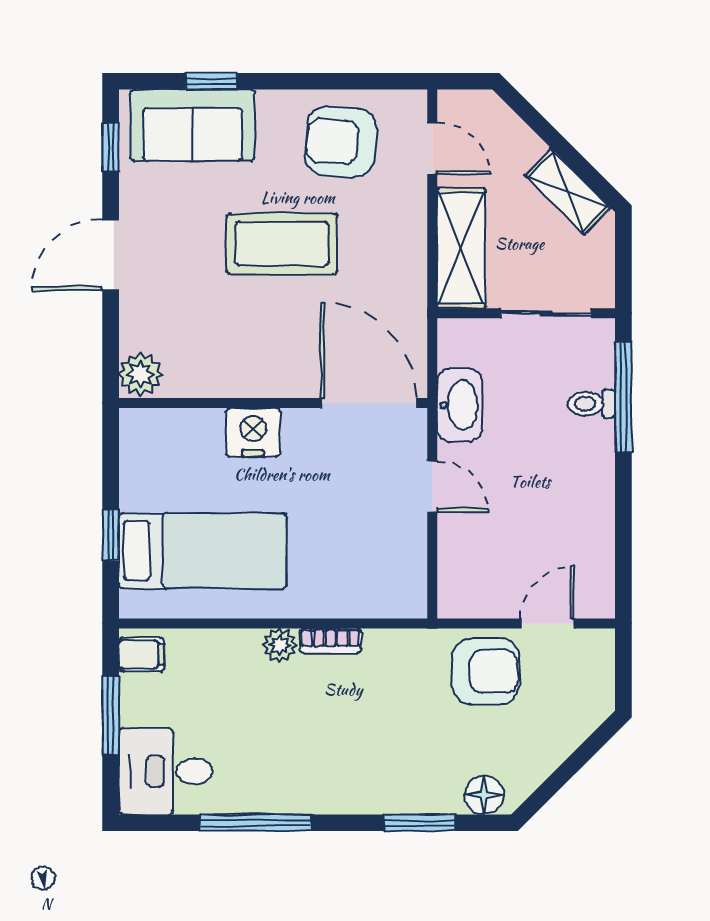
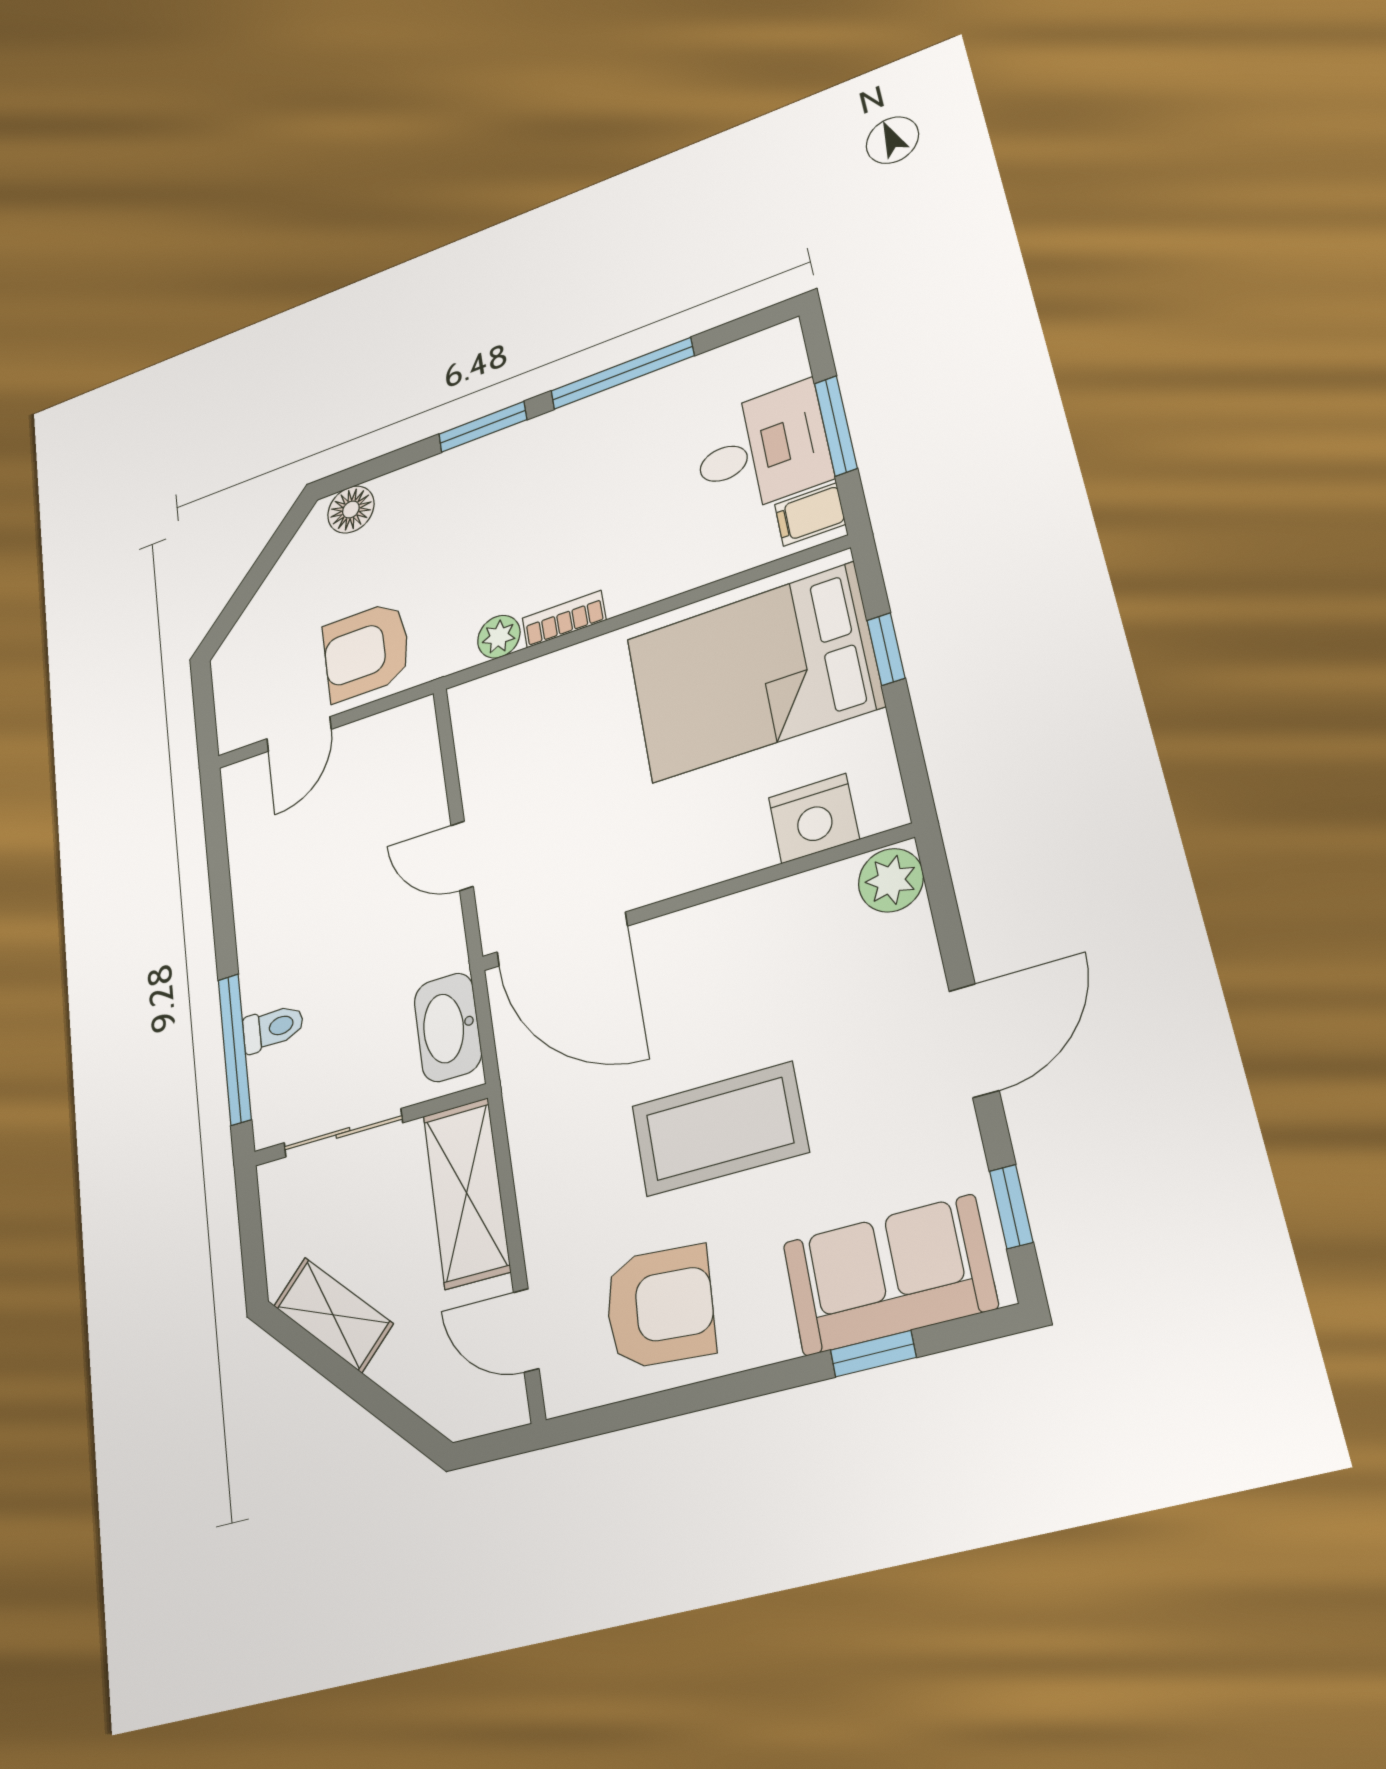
washbasin: (460, 405) -> (448, 1027), moved
nightstand: (253, 432) -> (814, 818), moved
bed: (203, 551) -> (753, 672), width x1.50
plant: (280, 645) -> (499, 637), moved
desk: (165, 771) -> (762, 450), moved
window: (419, 823) -> (483, 427), moved

